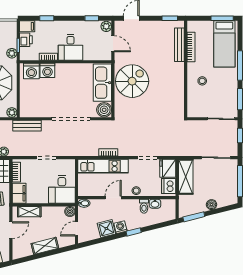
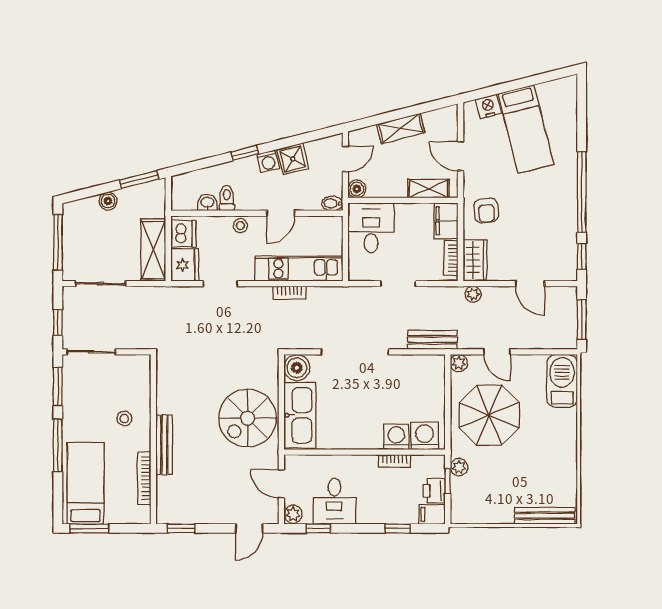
bench: (179, 45) -> (164, 445), moved
desk: (71, 47) -> (334, 501), moved, turned 180
door: (11, 230) -> (461, 156), hinge flipped

